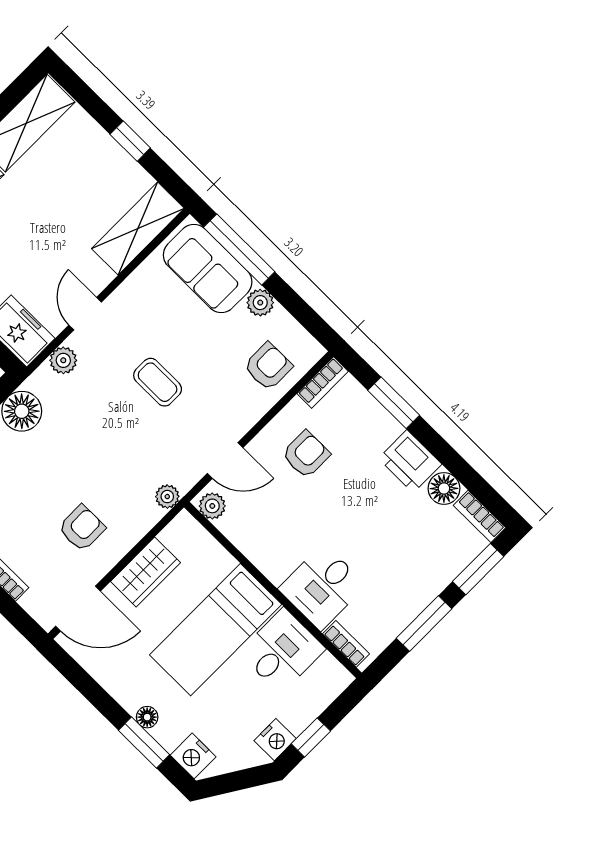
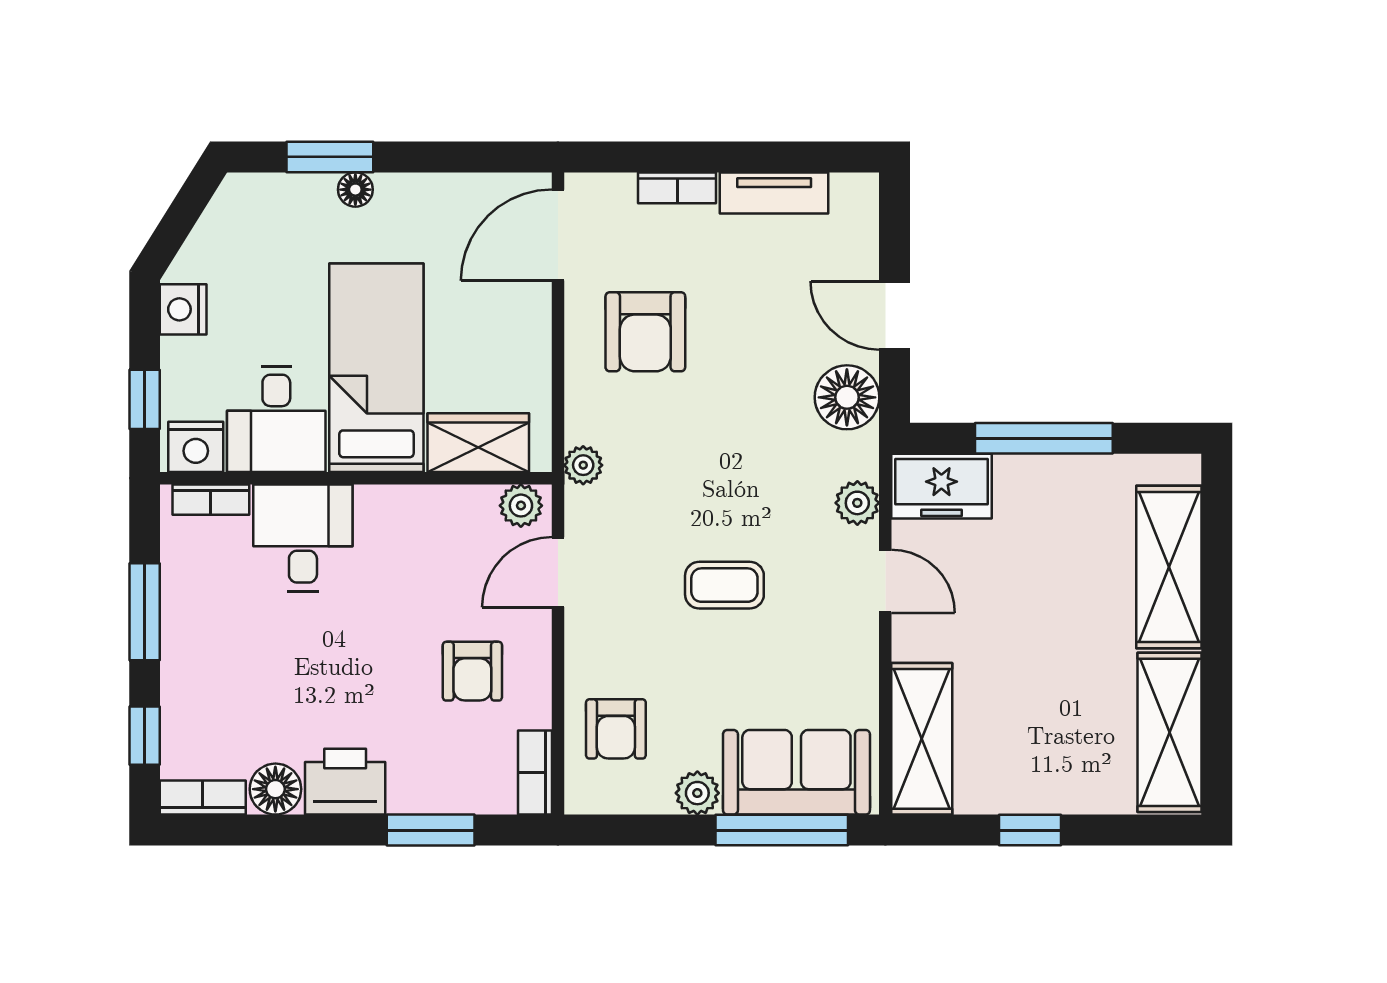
armchair: (82, 528) -> (645, 332), width x1.38, depth x1.38
window: (478, 569) -> (145, 736), width x0.67
wardrobe: (145, 572) -> (478, 443), moved, turned 90
window: (311, 737) -> (145, 399), moved
nightstand: (193, 756) -> (196, 447), moved, turned 180

